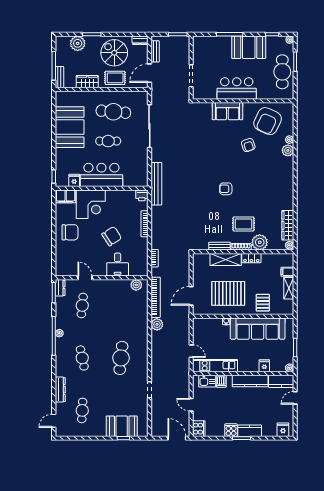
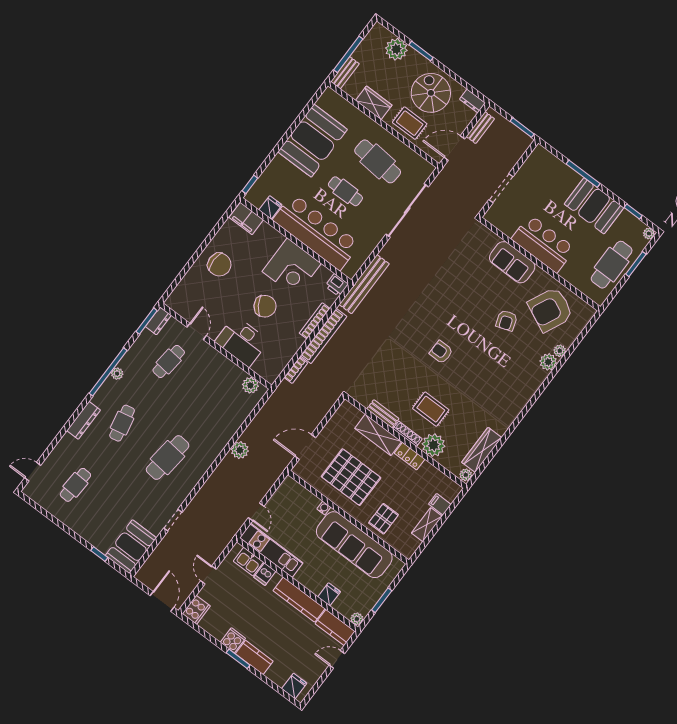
bar counter: (101, 175) -> (316, 232), width x1.36
corner desk: (91, 204) -> (292, 267), moved
desk: (118, 265) -> (242, 341), width x1.37
bookcase: (156, 297) -> (324, 336), moved
dresser: (60, 390) -> (84, 420), moved
booth: (122, 426) -> (131, 547), moved, turned 90

